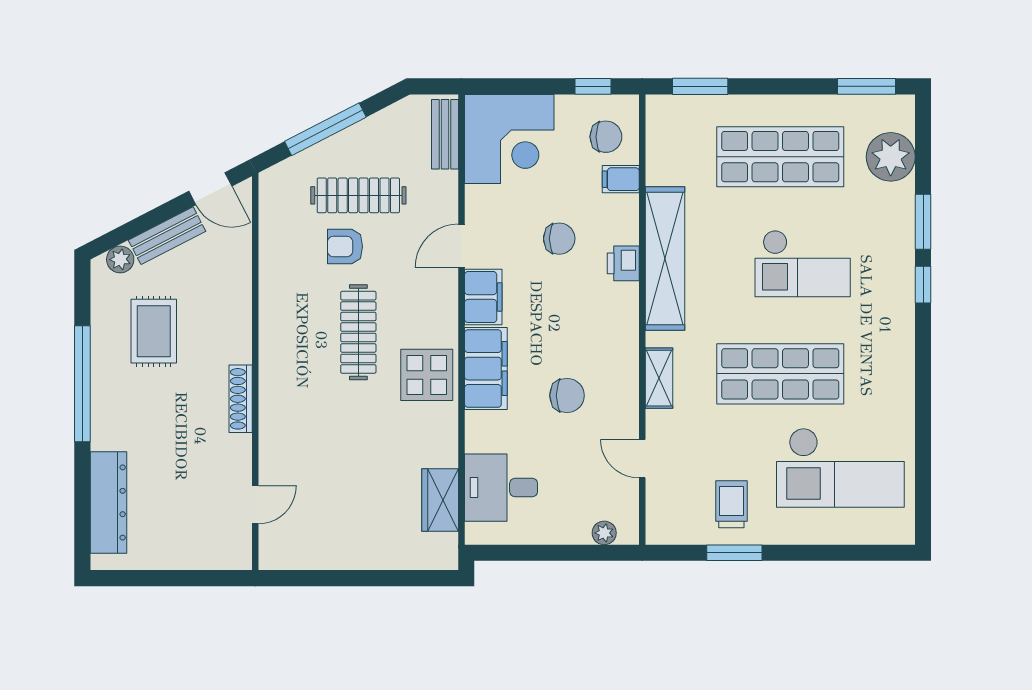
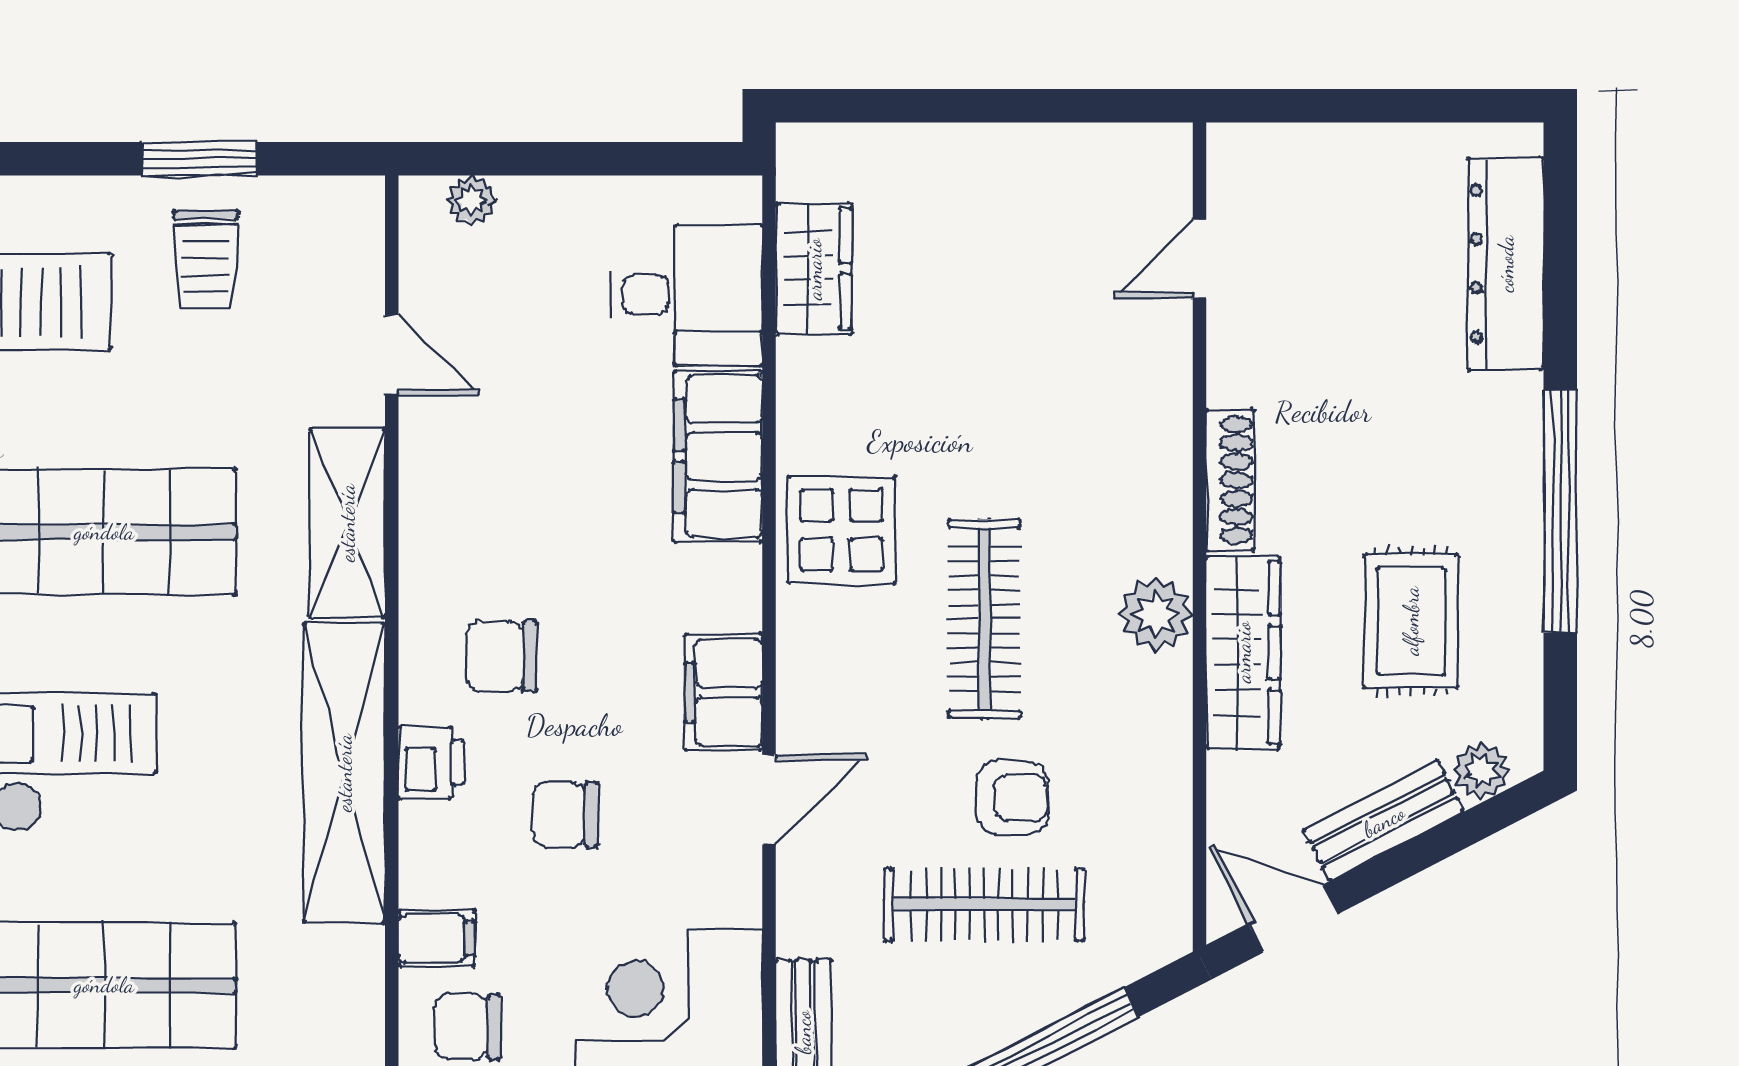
wardrobe: (234, 316) -> (1243, 652), added
plant: (276, 335) -> (1156, 614), added
filing cabinet: (486, 369) -> (718, 456), moved
shelving: (659, 378) -> (347, 523), width x1.50, depth x1.33
chair: (567, 395) -> (501, 656), moved

